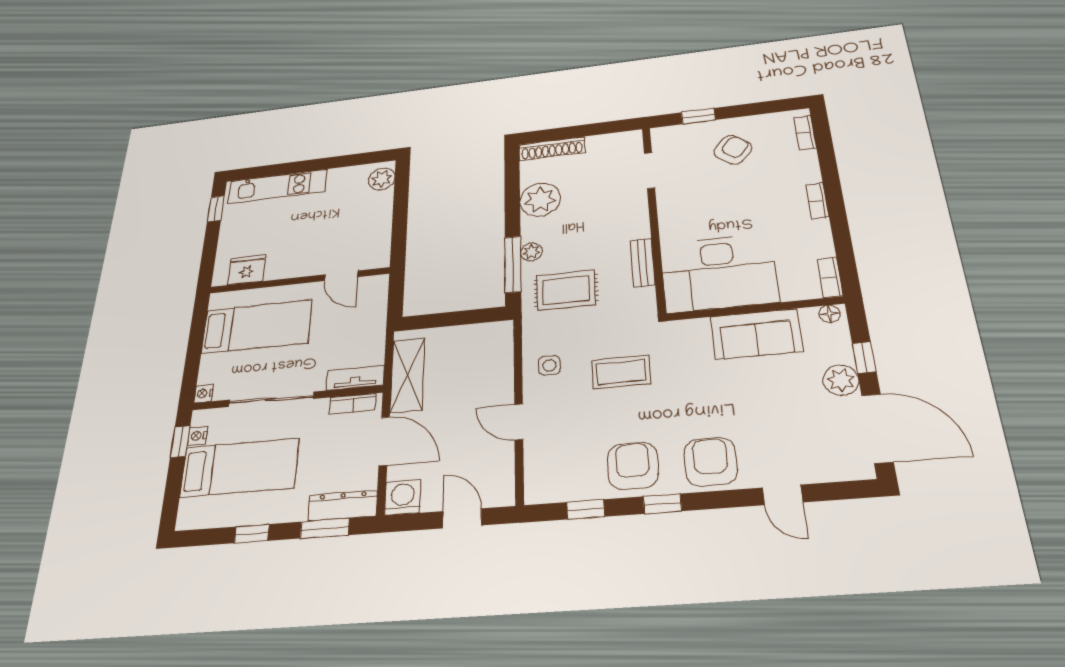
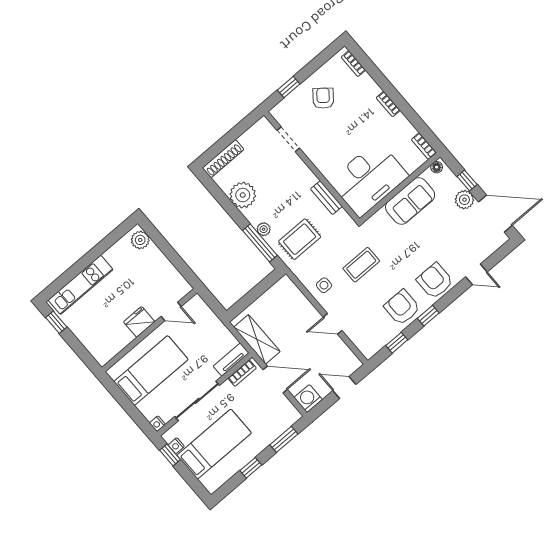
fridge: (247, 270) -> (139, 322), moved
dresser: (342, 506) -> (283, 423), removed

